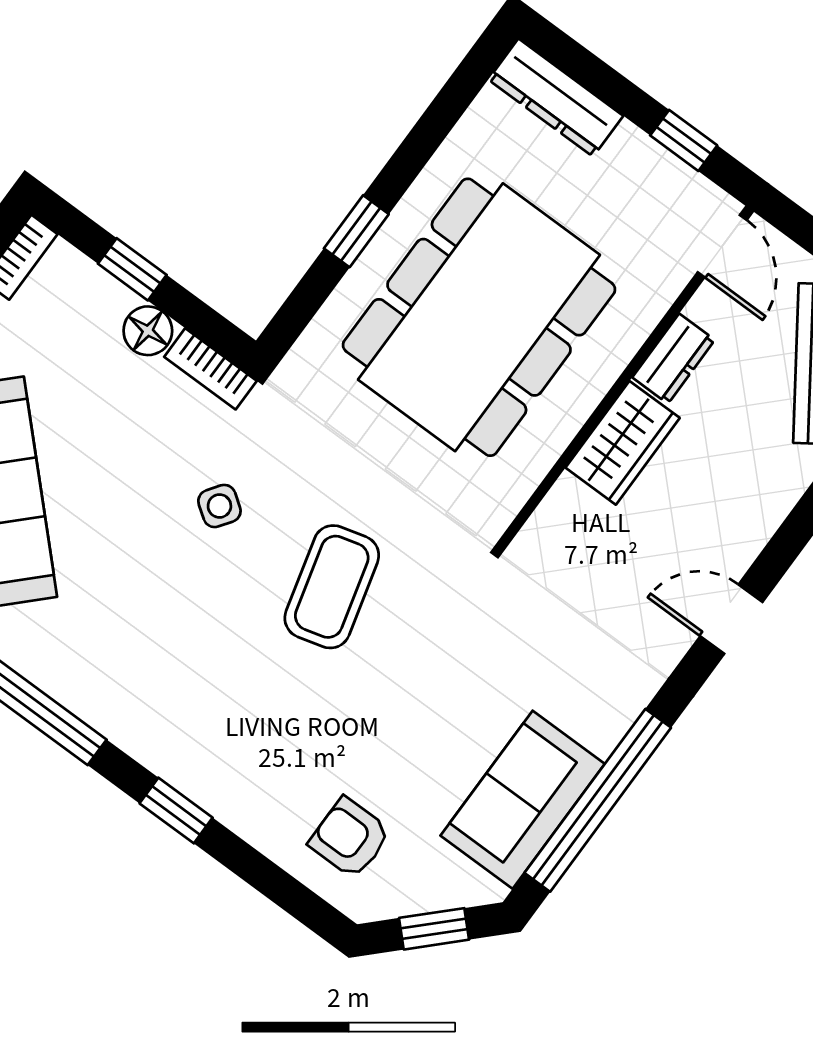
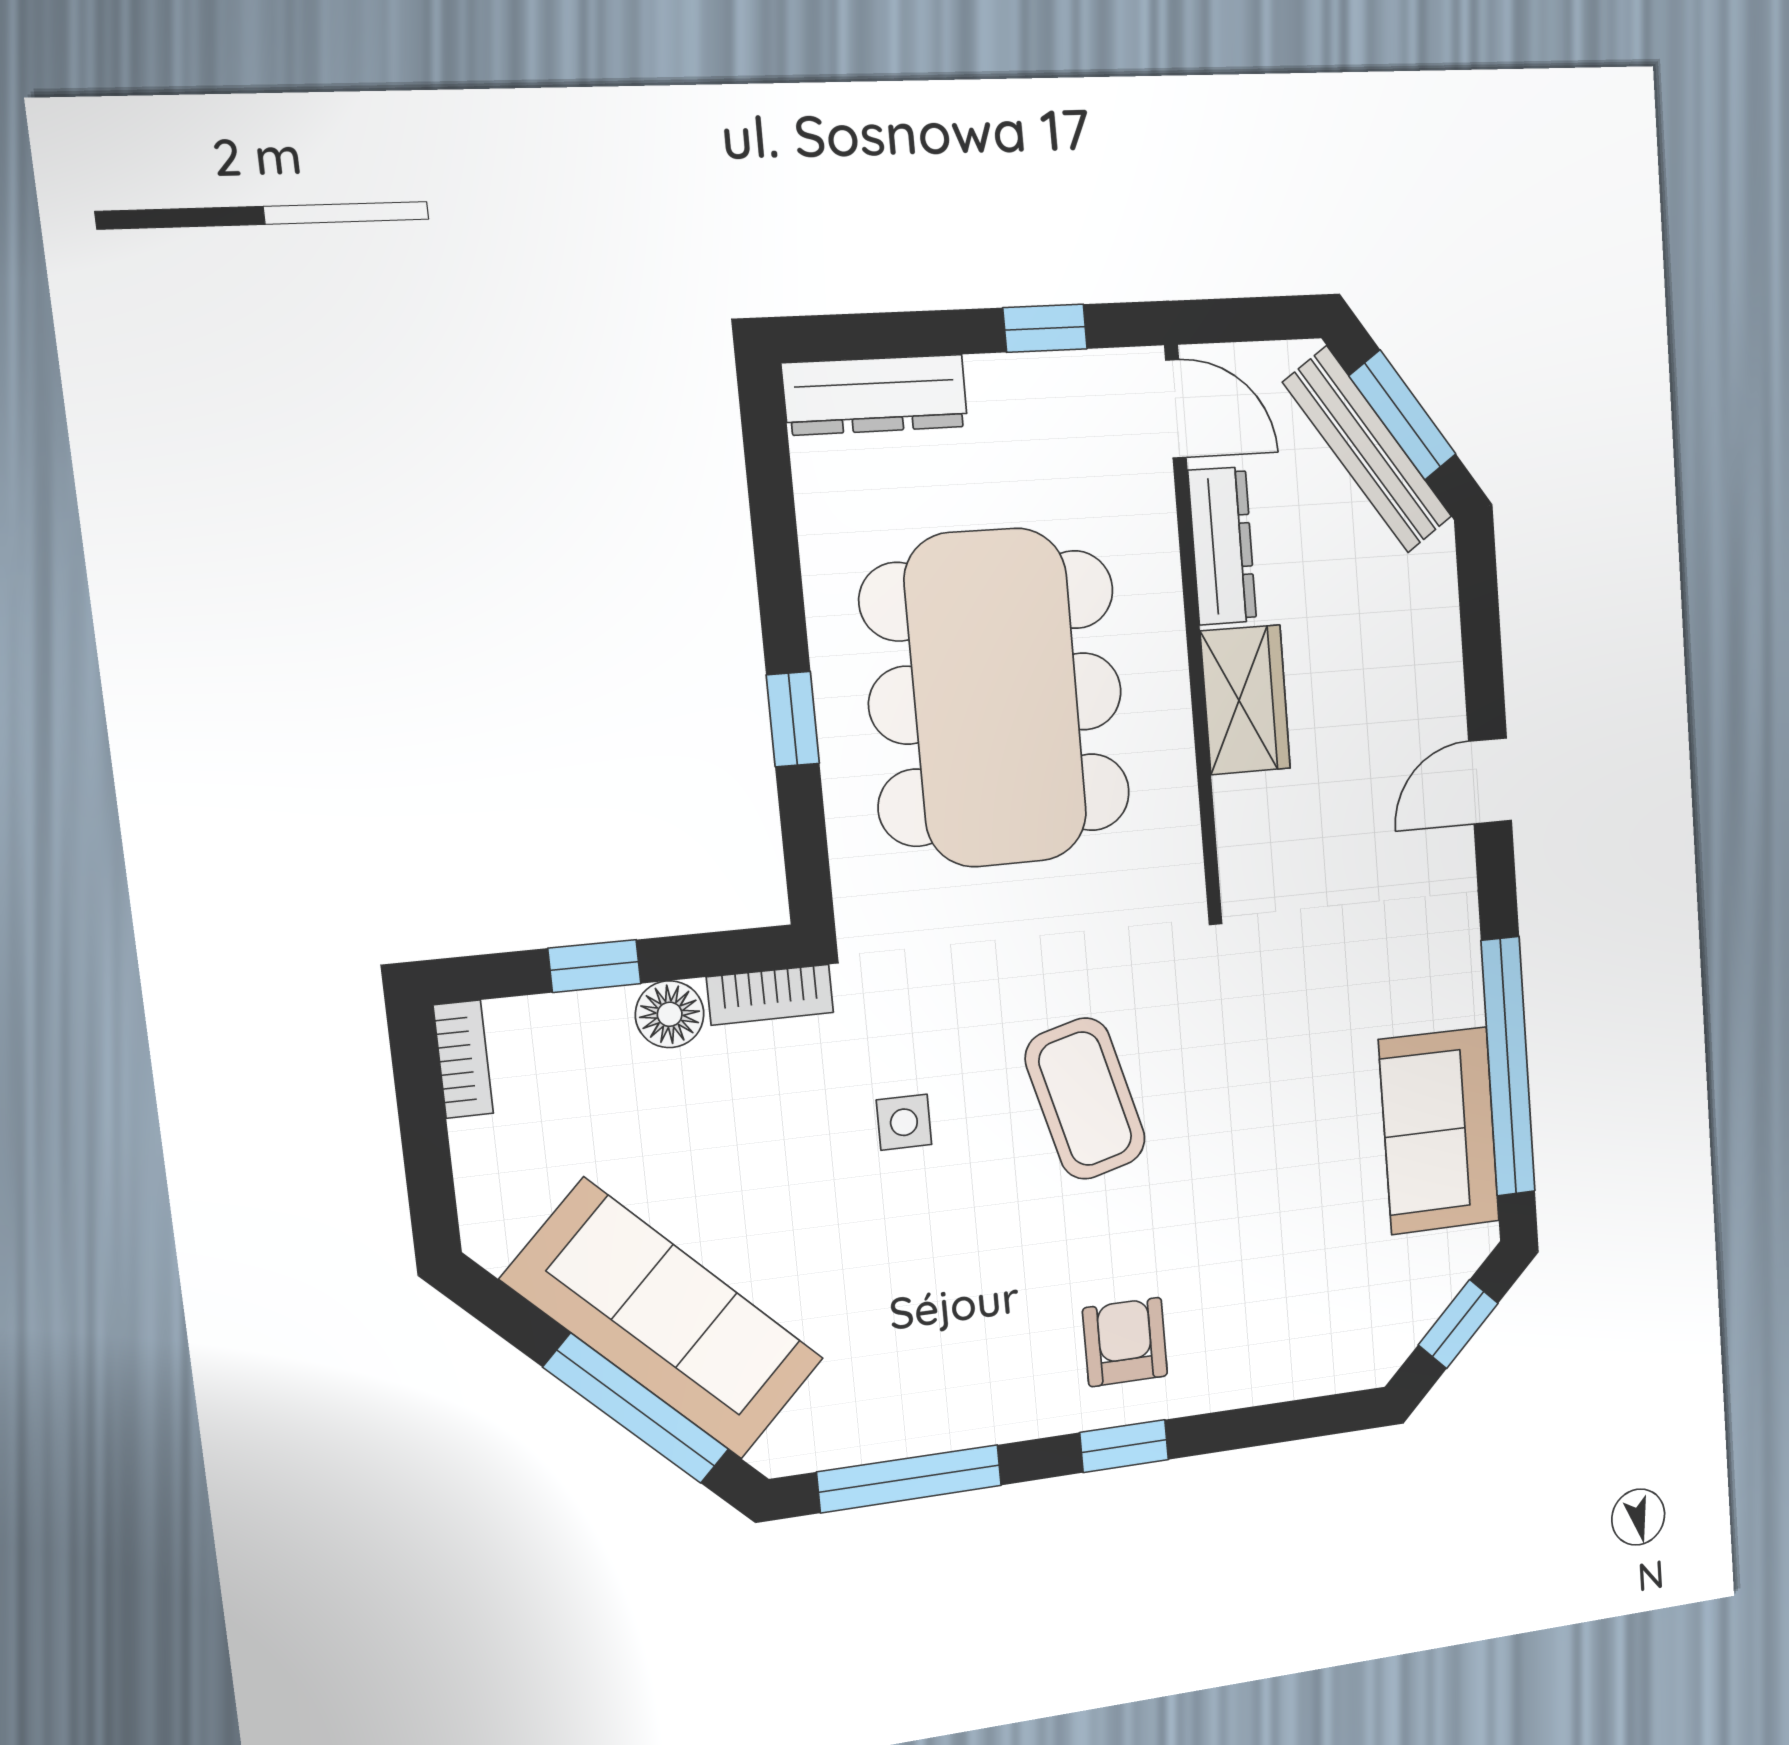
dresser: (674, 359) -> (1222, 546), width x1.44
side table: (219, 506) -> (904, 1122), turned -35
armchair: (350, 838) -> (1125, 1342), moved, turned 90

